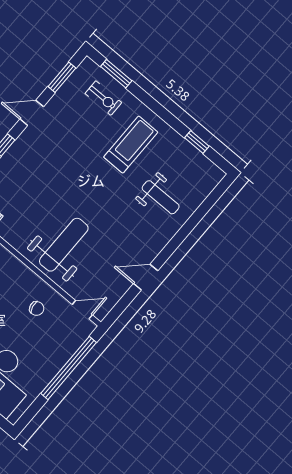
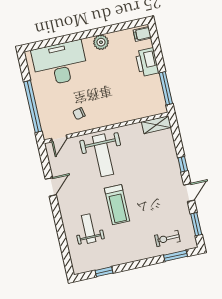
treadmill: (131, 145) -> (117, 205), moved
weight bench: (161, 197) -> (89, 229), turned 90

